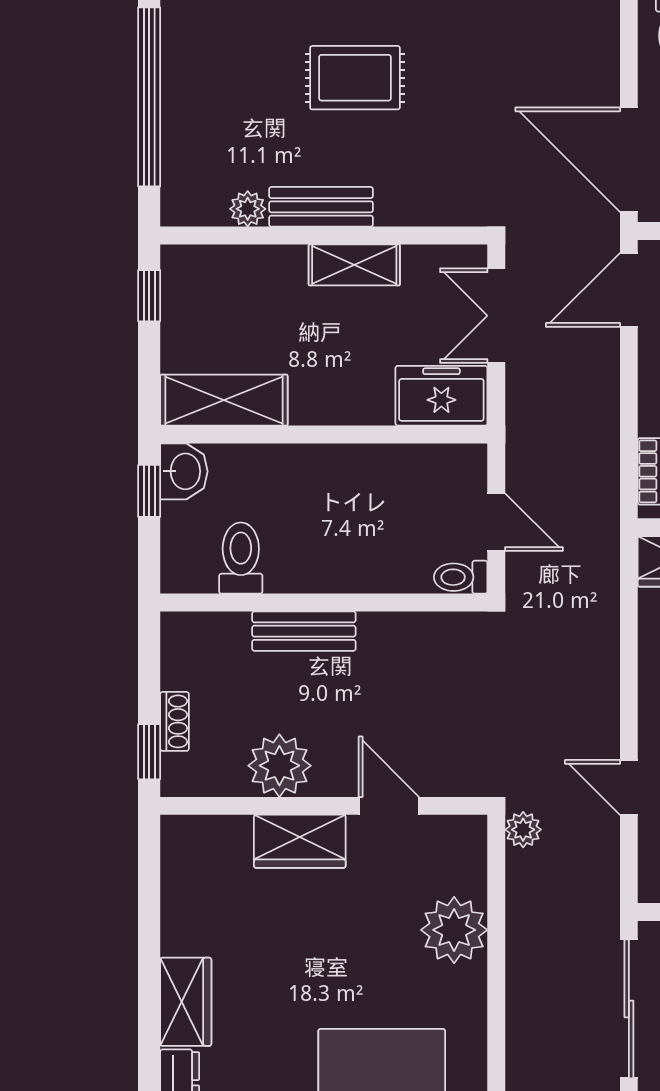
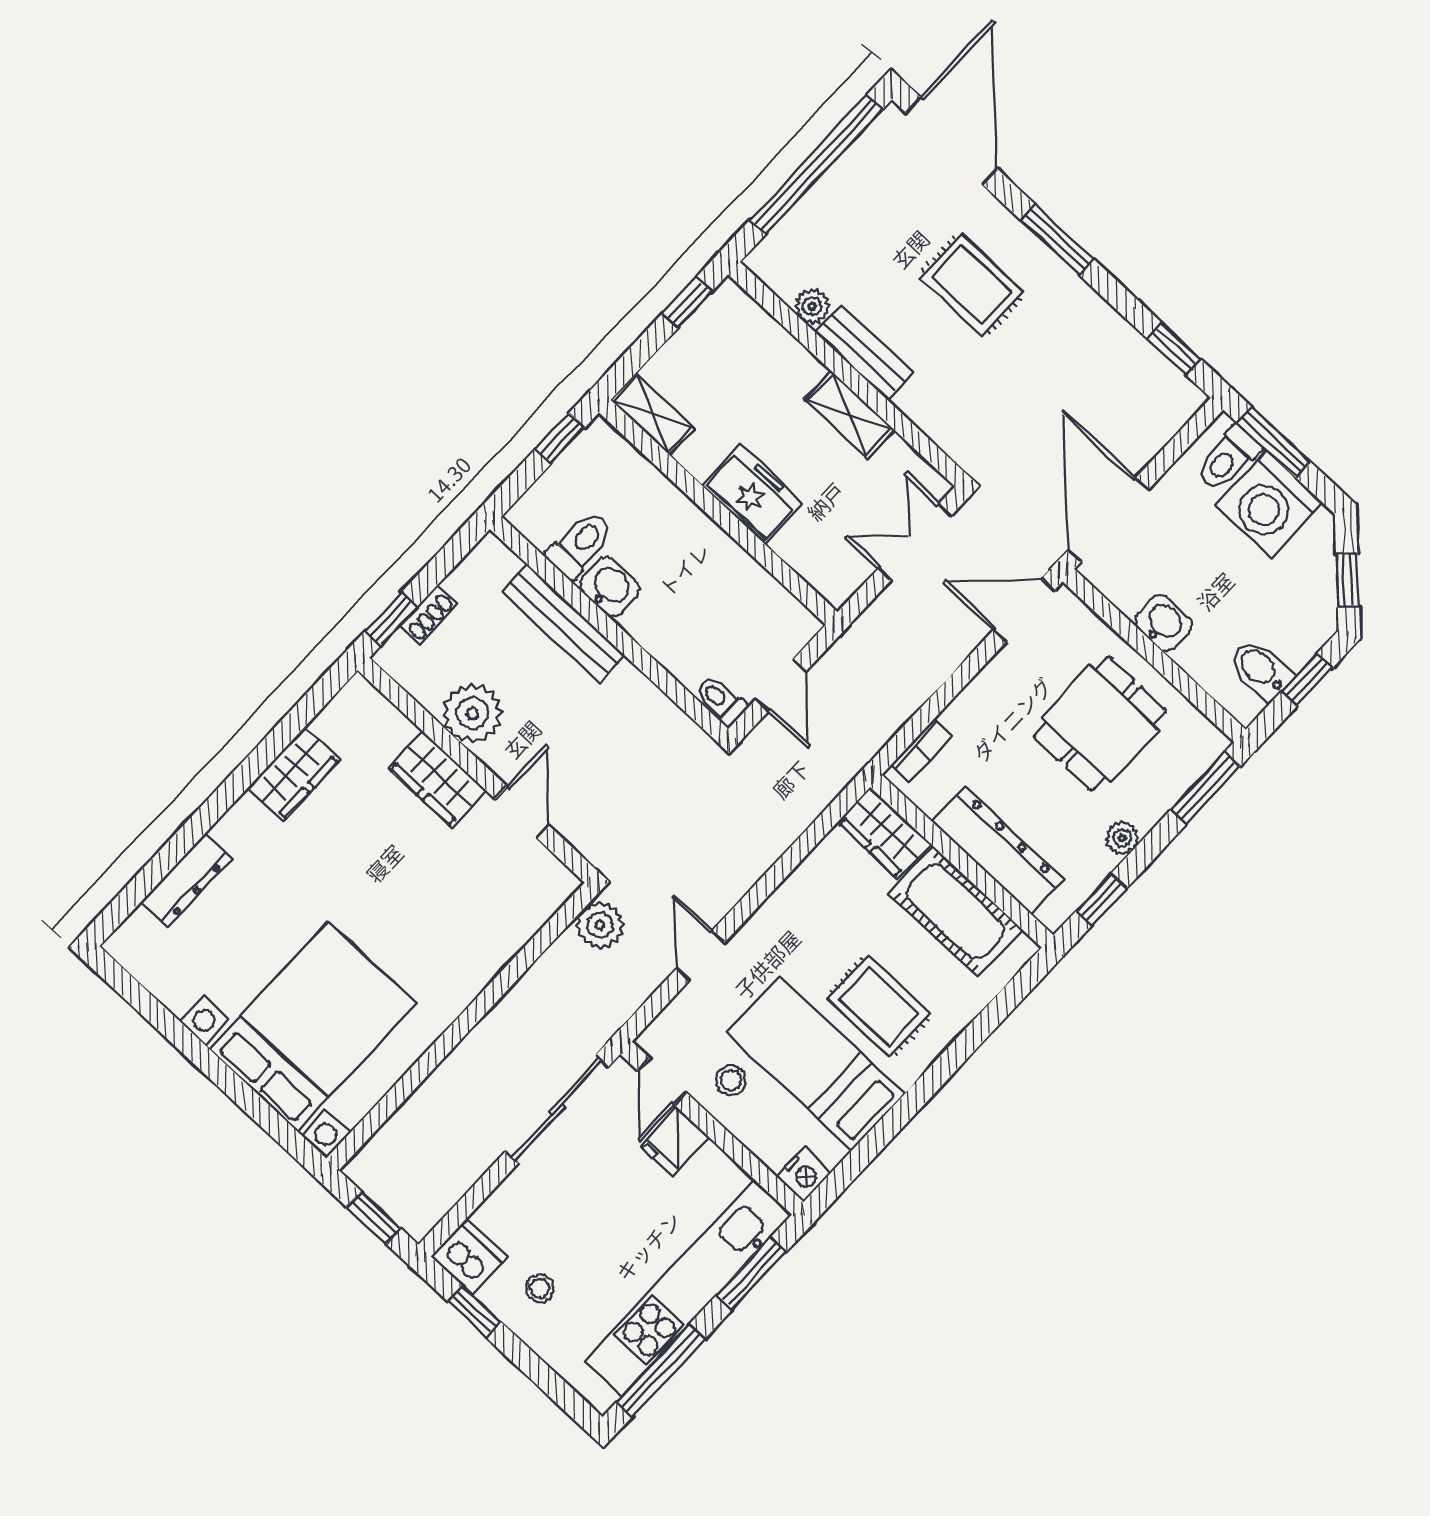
freezer: (441, 396) -> (753, 494), moved
shelving: (224, 400) -> (652, 414), width x0.67, depth x0.75
washbasin: (184, 471) -> (610, 587), moved, turned -90
bench: (304, 631) -> (564, 624), width x1.36
plant: (523, 830) -> (600, 925), width x1.38, depth x1.38
plant: (454, 930) -> (487, 941), removed
wardrobe: (186, 1002) -> (294, 774), moved

